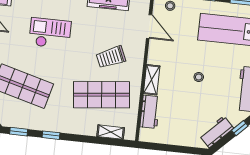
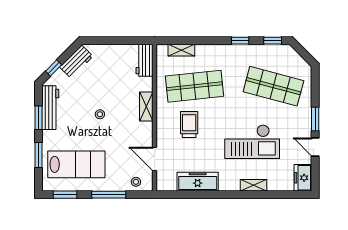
checkout: (50, 33) -> (252, 142), width x1.36, depth x1.21
trolley: (111, 57) -> (189, 125), turned -66
workbench: (150, 112) -> (145, 60), moved

